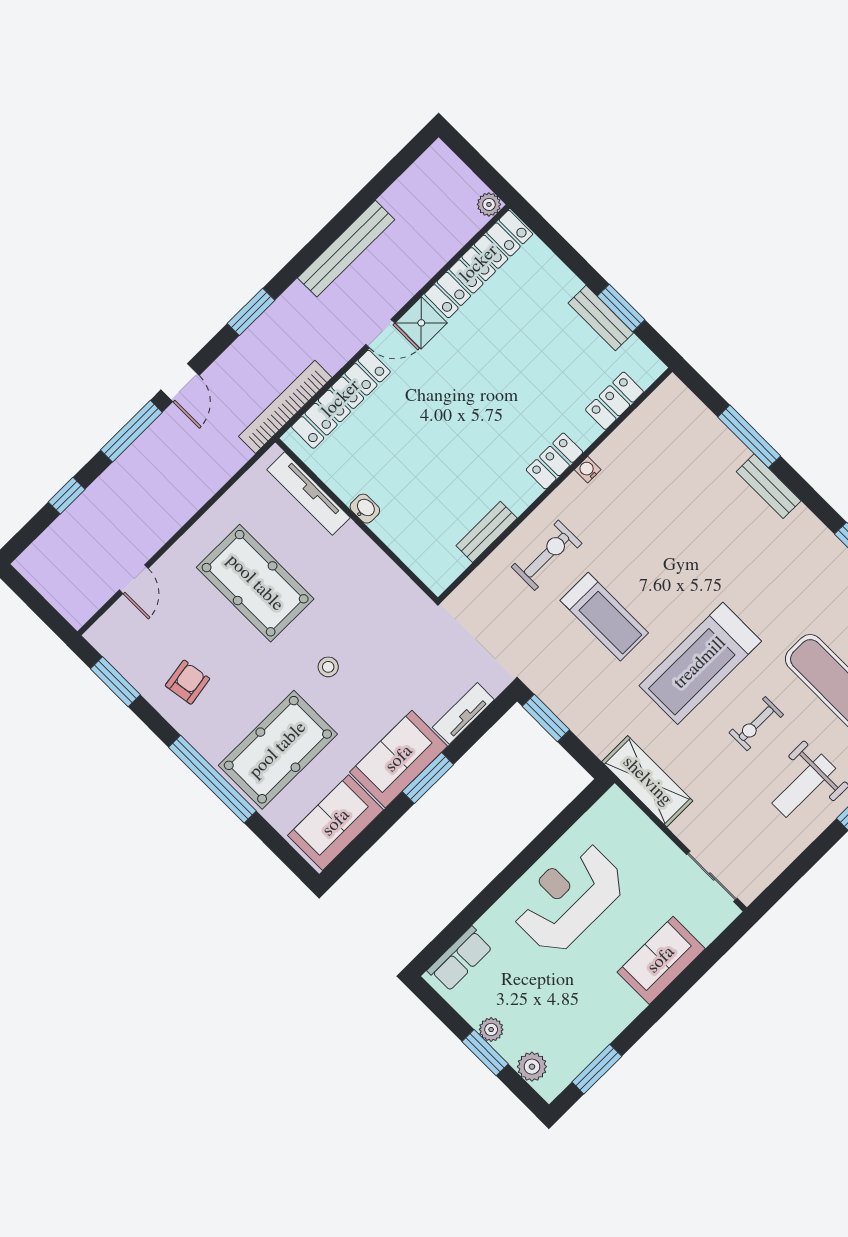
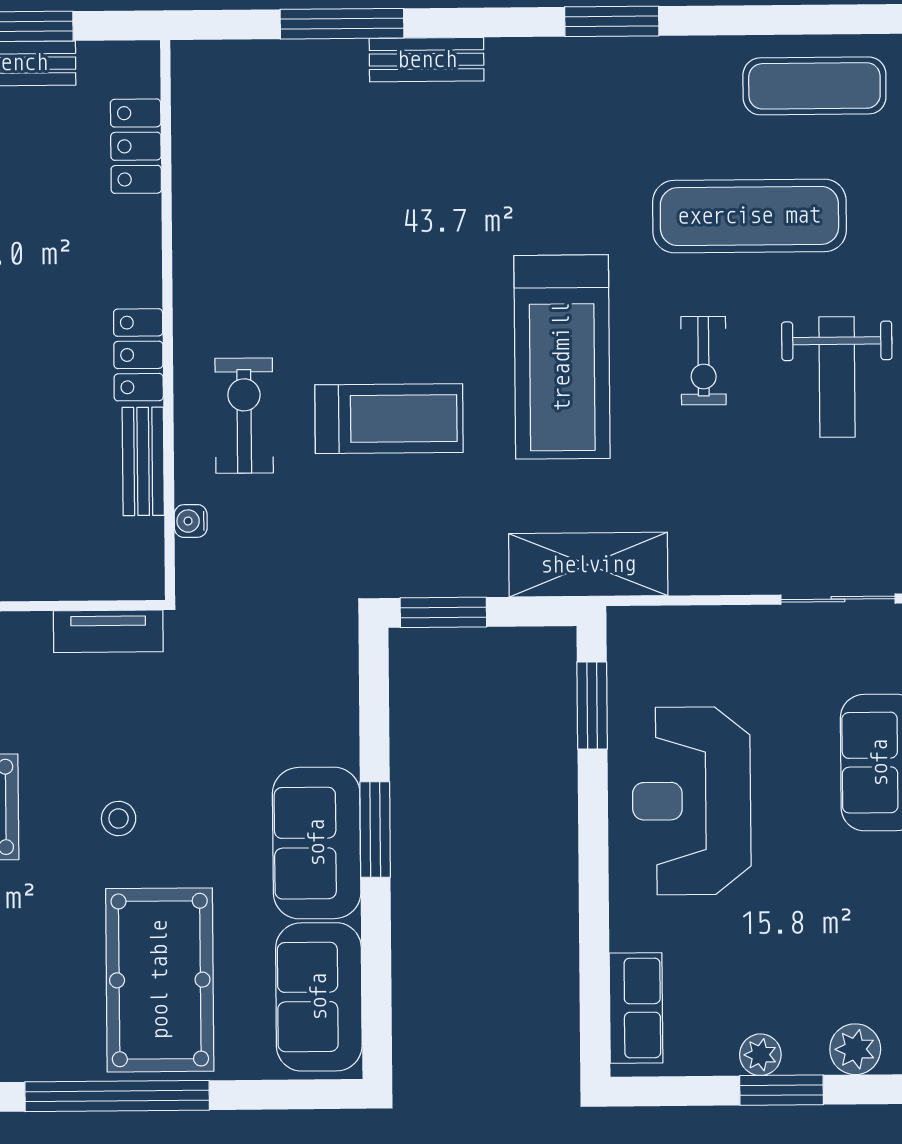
locker: (554, 461) -> (138, 355), moved
water cooler: (588, 470) -> (191, 521), moved
tv unit: (463, 713) -> (108, 631), moved, turned -90
shelving: (647, 781) -> (588, 565), moved
window: (568, 818) -> (592, 705), added

